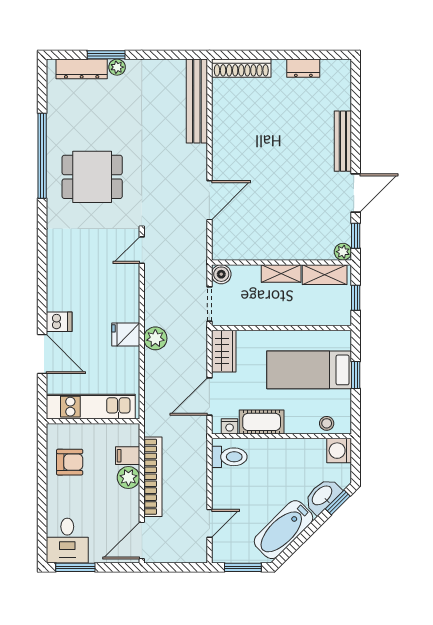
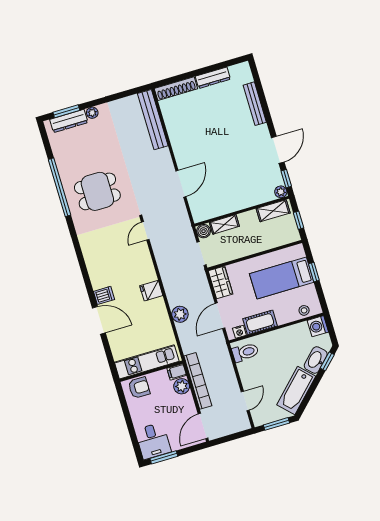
window: (106, 55) -> (66, 111), moved
dresser: (303, 68) -> (213, 78), width x1.44
bench: (343, 141) -> (255, 104), moved
shelving: (281, 273) -> (224, 224), moved
plant: (155, 338) -> (180, 314), moved
kitchen unit: (91, 407) -> (147, 362), moved
wall: (93, 421) -> (151, 371), moved

